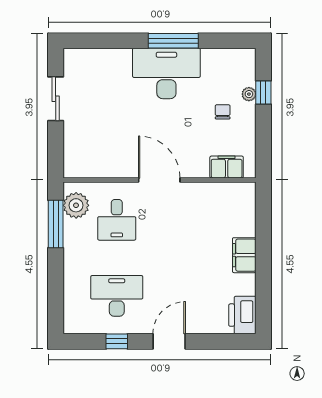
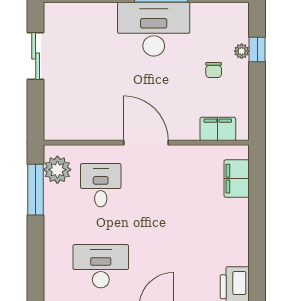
chair: (223, 112) -> (214, 70), turned 180
desk: (117, 220) -> (101, 185), turned 180
filing cabinet: (244, 255) -> (237, 179), moved

